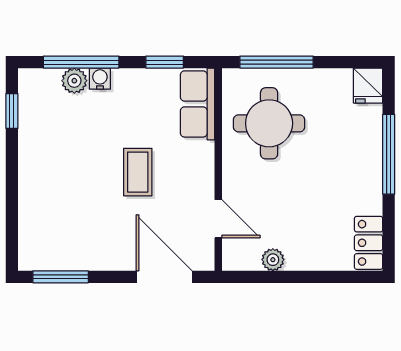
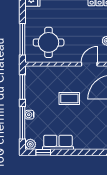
window: (165, 62) -> (22, 87), width x1.50
plant: (74, 81) -> (30, 144), moved
row of seats: (198, 104) -> (58, 142), moved, turned 180

